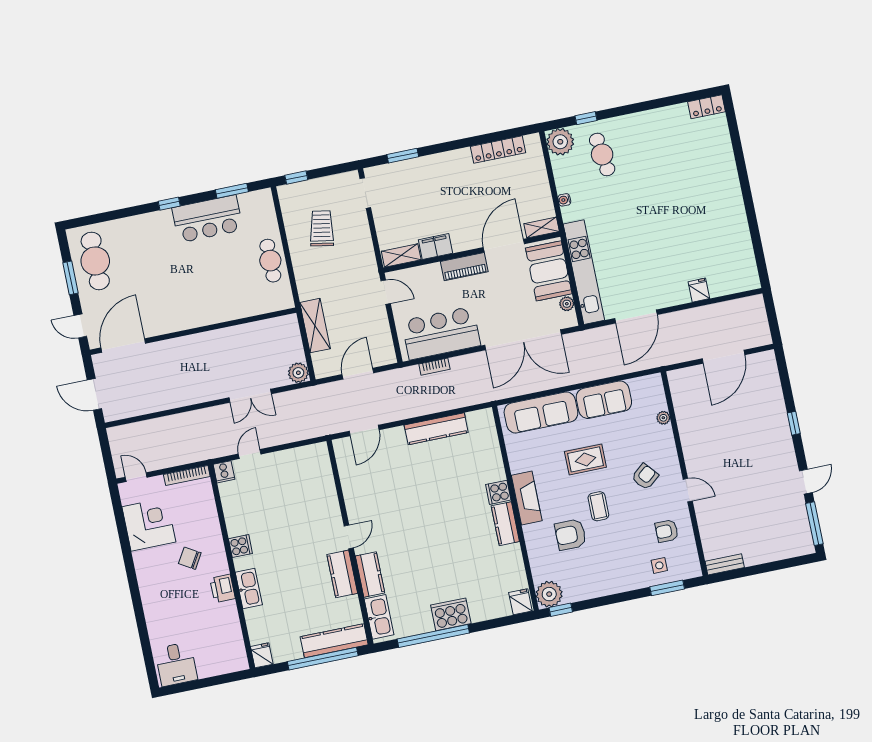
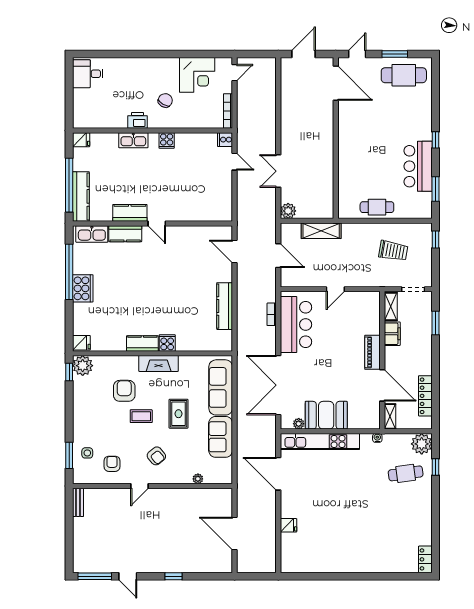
shelving: (542, 228) -> (390, 416), moved
filing cabinet: (435, 246) -> (392, 334), moved
door: (504, 246) -> (382, 385), moved
wall: (472, 252) -> (382, 360), moved
shelving: (401, 255) -> (391, 306), moved
piano: (464, 267) -> (372, 352), moved

